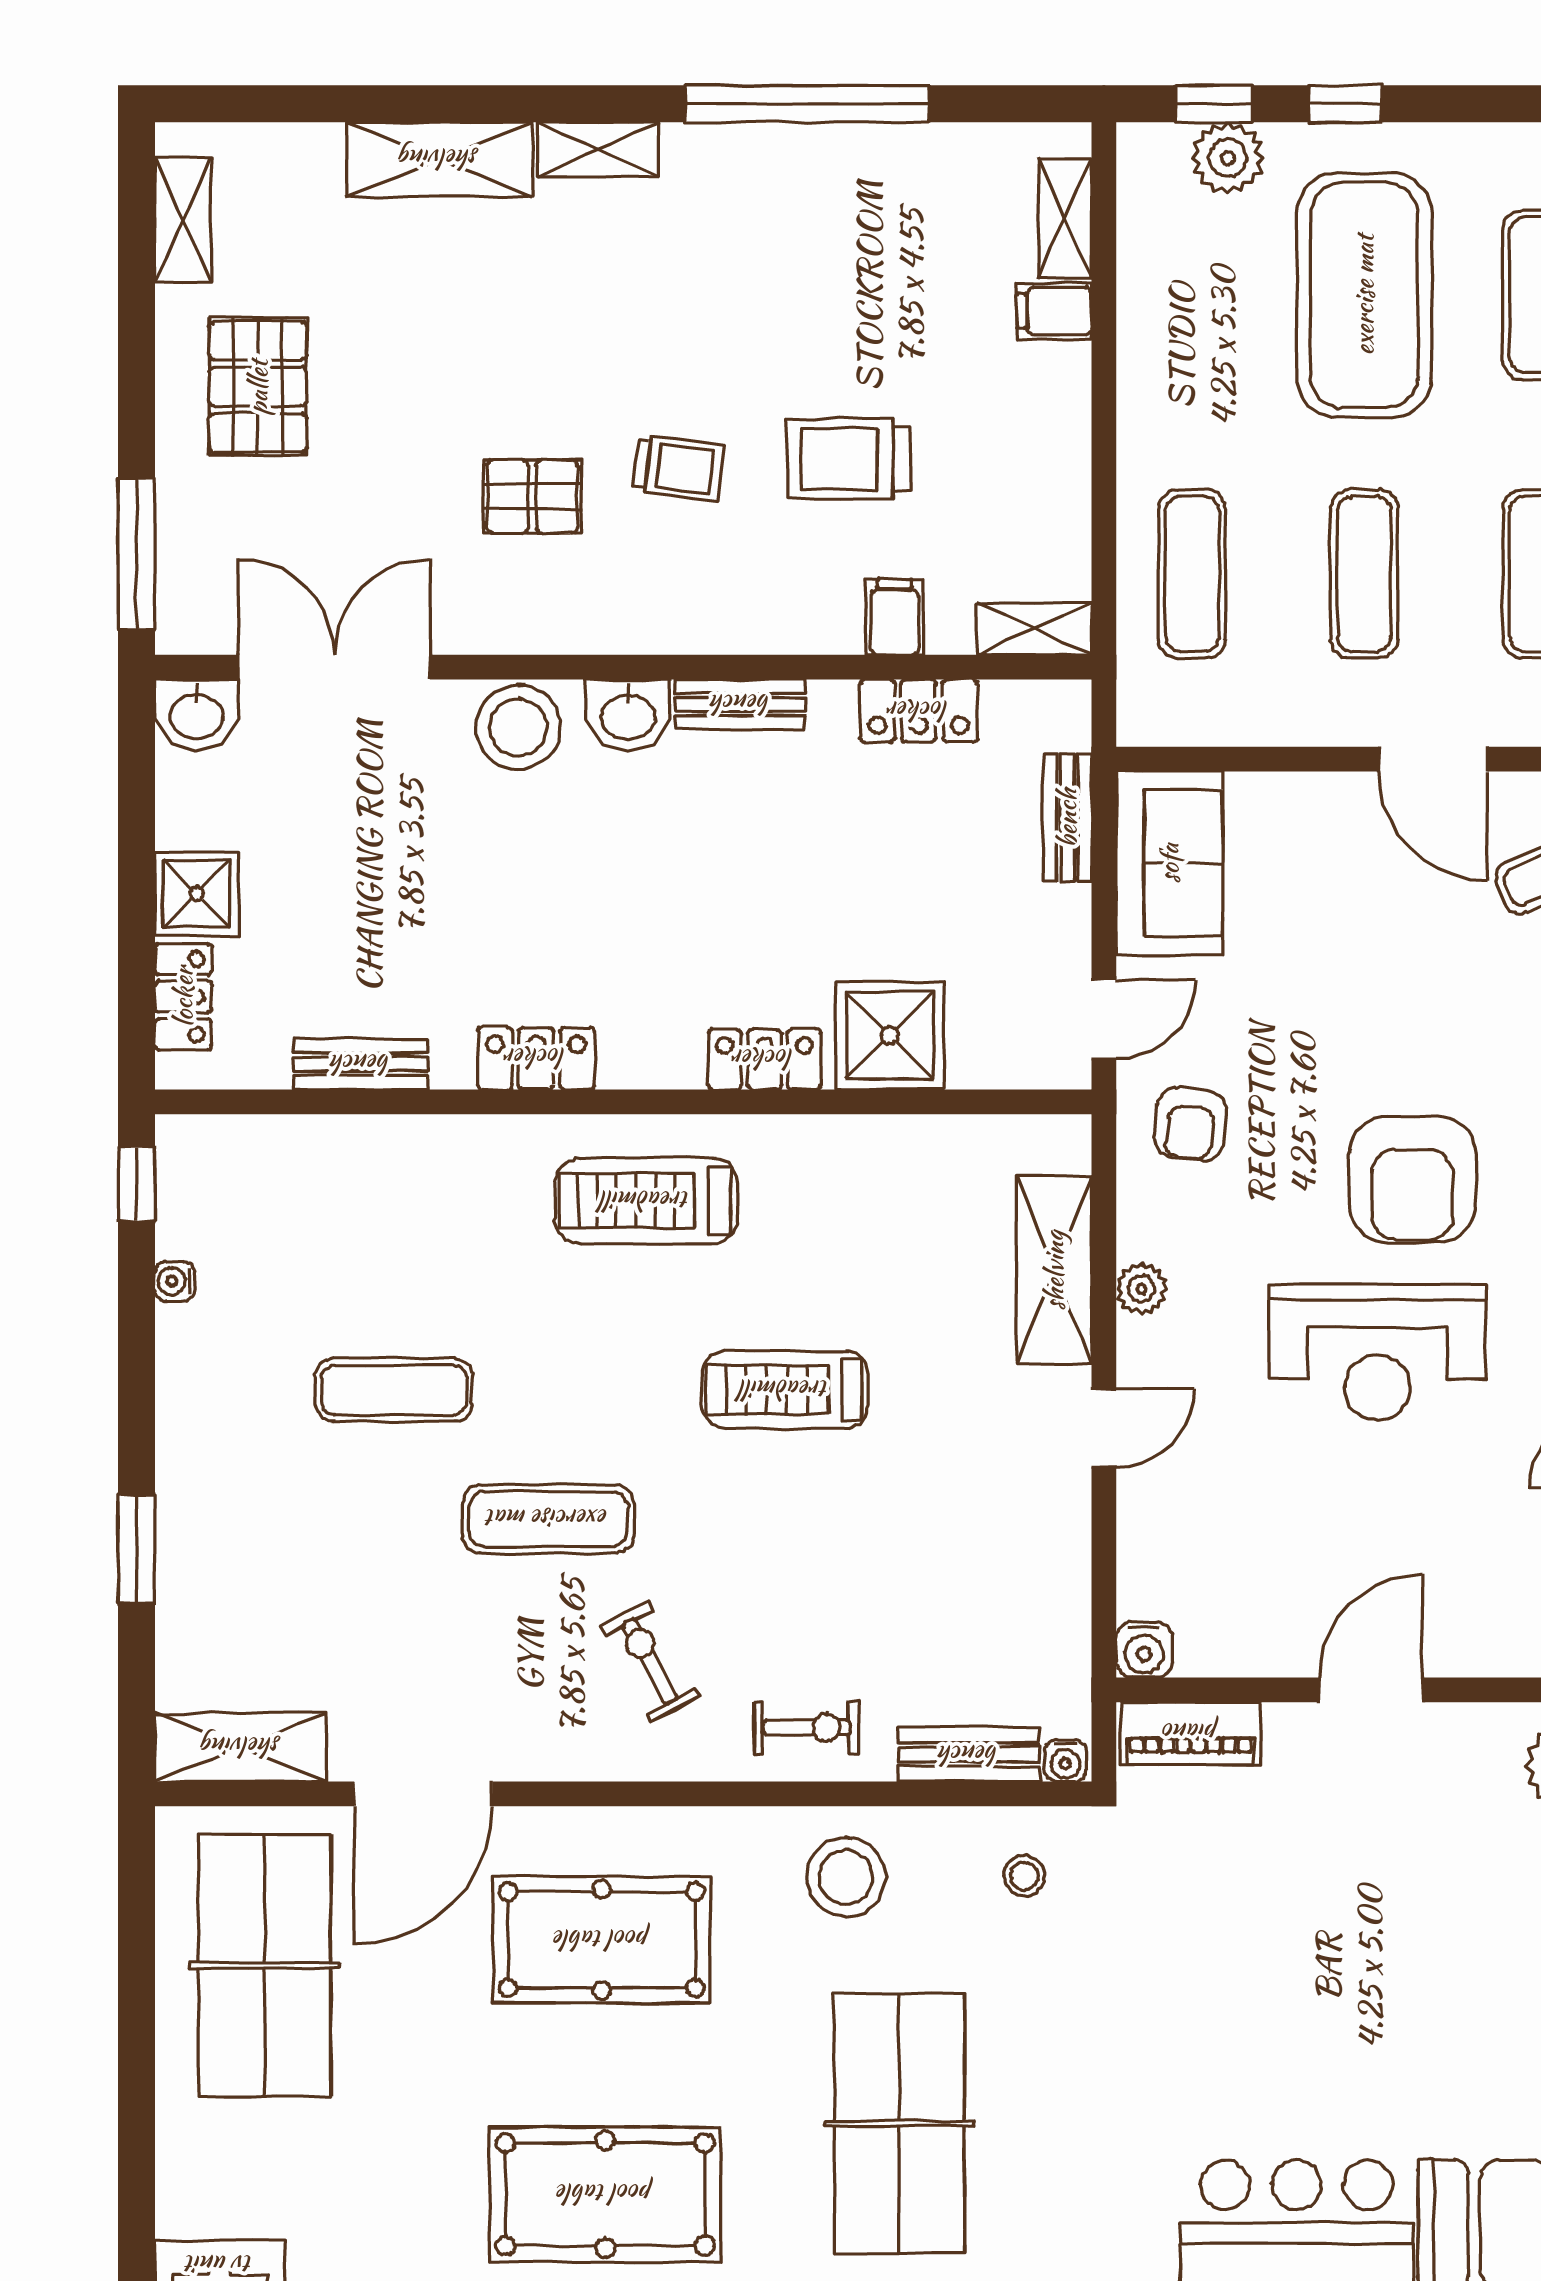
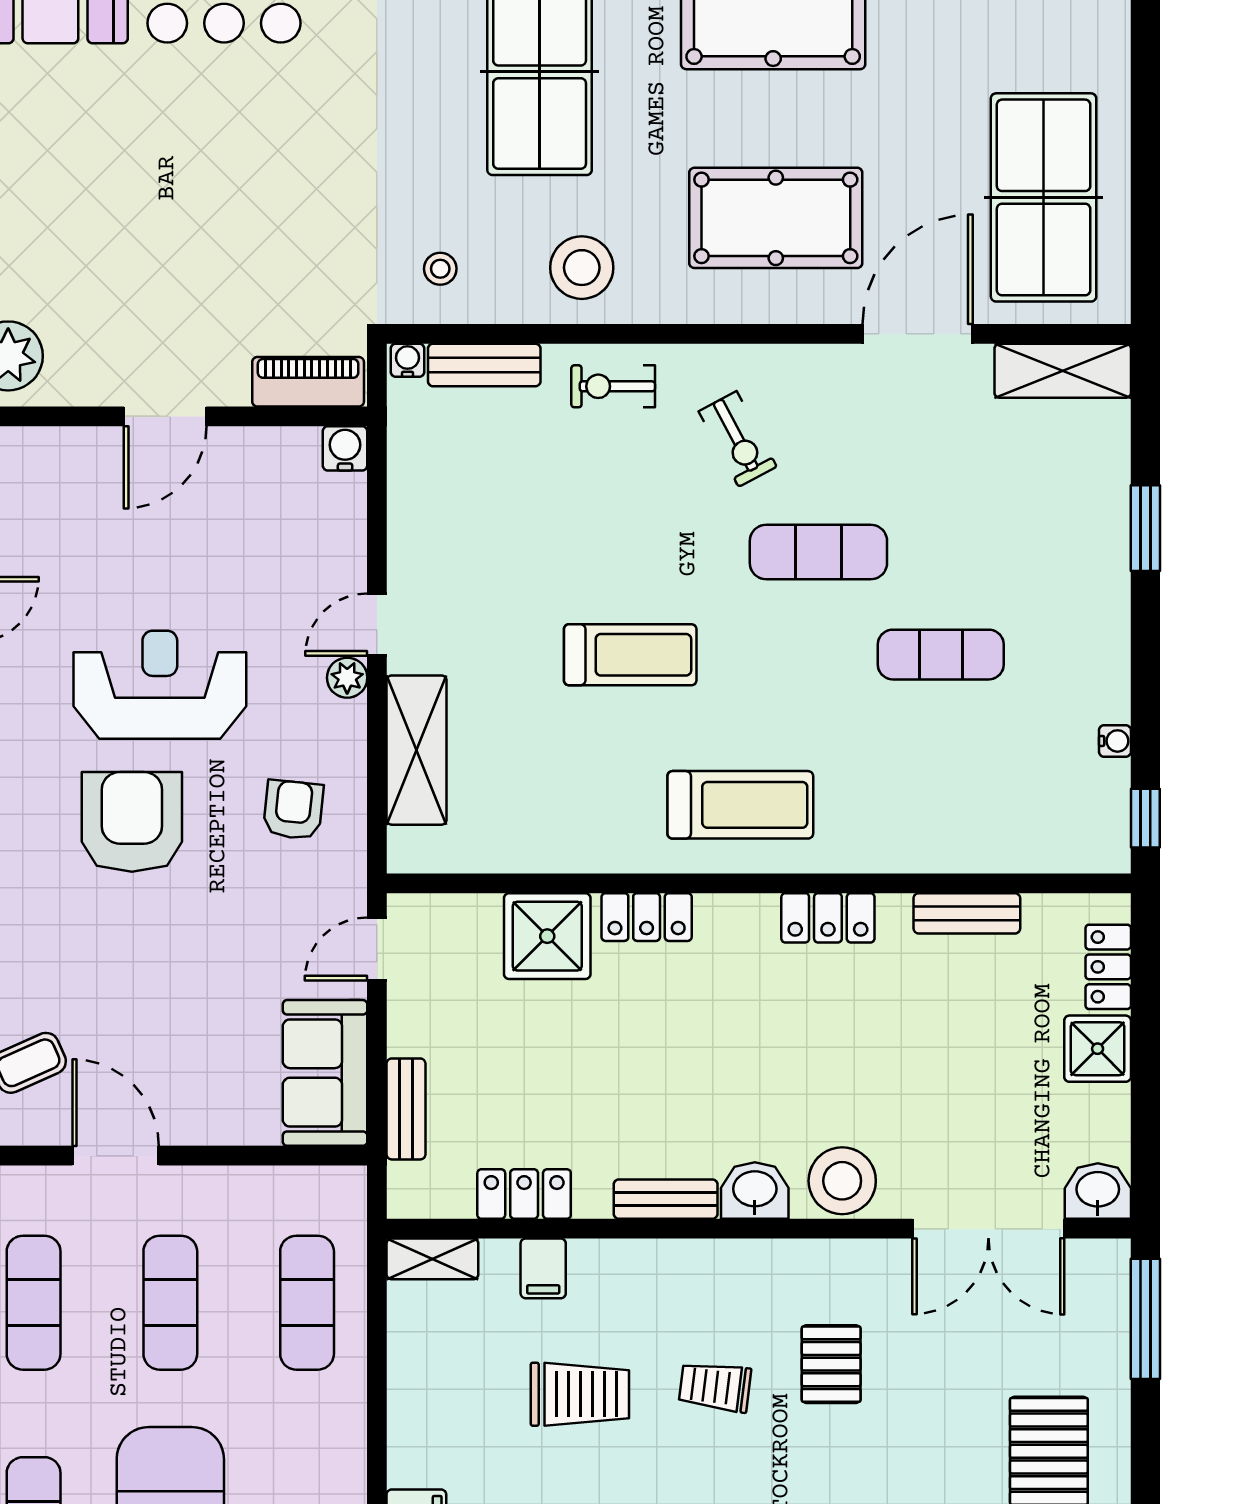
pallet: (532, 497) -> (831, 1364), turned 90
armchair: (1190, 1124) -> (293, 810), moved
plant: (1141, 1289) -> (347, 678), moved

